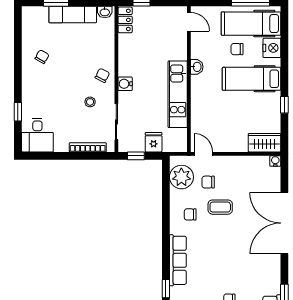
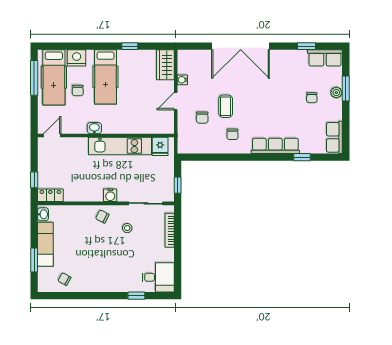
chair: (42, 57) -> (64, 279), moved
fridge: (154, 142) -> (160, 146), moved, turned -90
door: (203, 154) -> (176, 101), moved
water cooler: (275, 161) -> (182, 80), moved
plant: (181, 177) -> (197, 142), removed

